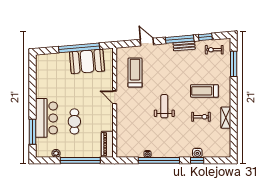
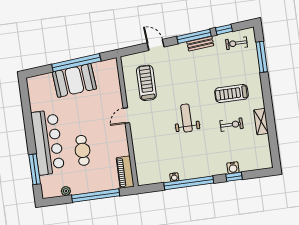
booth: (87, 61) -> (74, 80), moved
door: (115, 97) -> (126, 116), hinge flipped
bar counter: (46, 118) -> (48, 142), width x1.36

